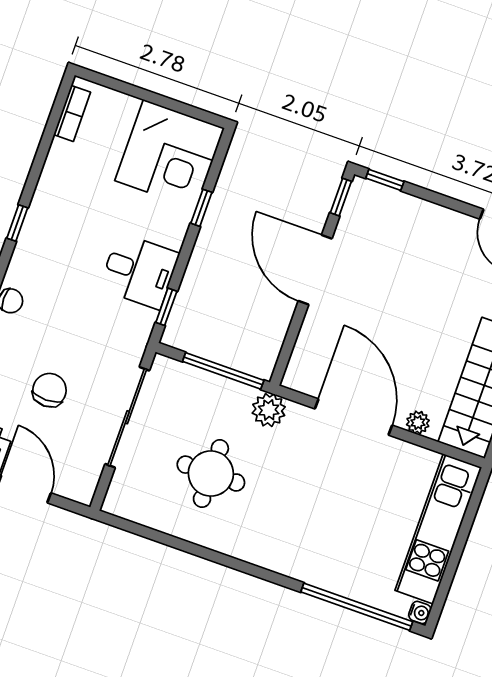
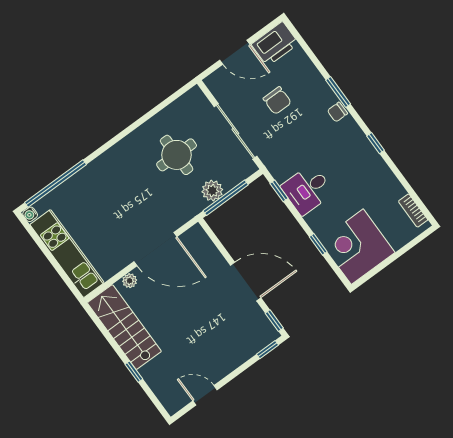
plant: (269, 410) -> (212, 191), moved

